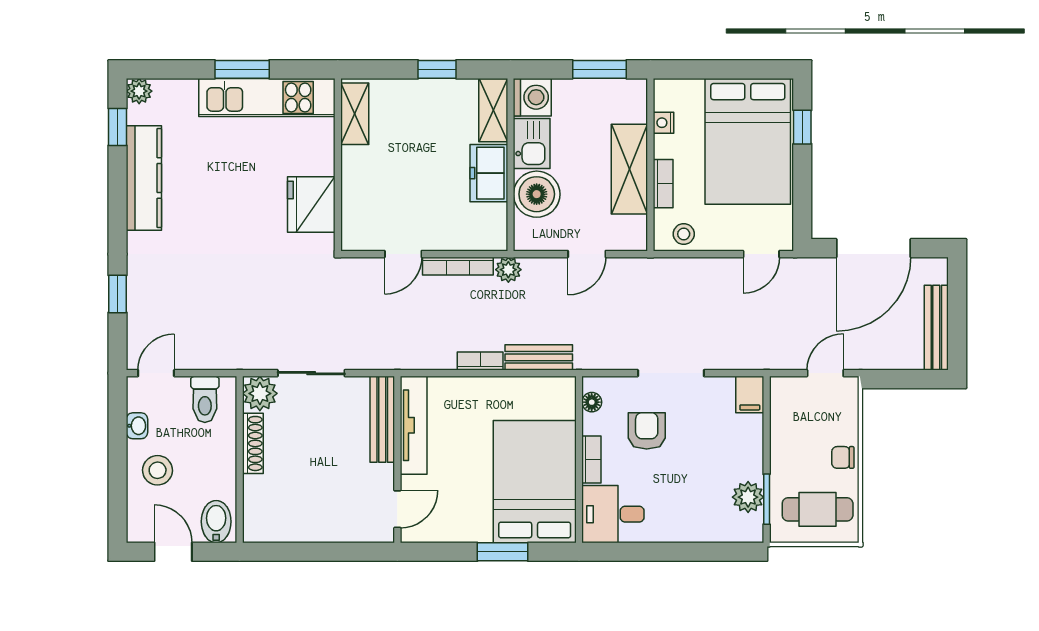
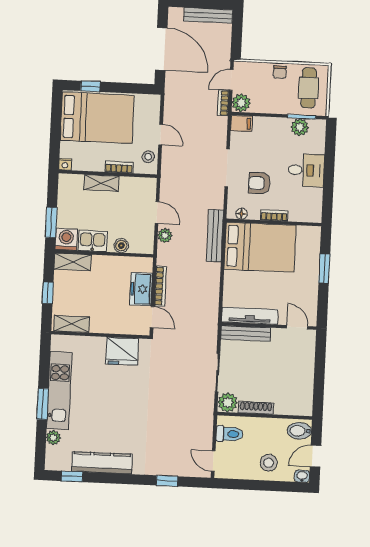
window: (600, 69) -> (51, 222), moved
plant: (139, 91) -> (53, 438), moved
shelving: (355, 114) -> (72, 324), moved
nightstand: (663, 123) -> (65, 164), moved
wall: (338, 165) -> (100, 335), moved
shelving: (629, 169) -> (101, 183), width x0.67, depth x0.75
freezer: (489, 173) -> (141, 289), moved, turned 90
boiler: (537, 194) -> (121, 246), width x0.54, depth x0.54
fridge: (311, 205) -> (122, 351), moved
door: (761, 254) -> (161, 135), moved
plant: (508, 270) -> (165, 236), moved
bench: (539, 357) -> (215, 236), width x1.36
bookcase: (480, 361) -> (223, 103), moved
door: (825, 373) -> (231, 80), hinge flipped
plant: (786, 392) -> (241, 103), added
washbasin: (137, 426) -> (302, 476), moved
bed: (535, 482) -> (260, 247), moved, turned 180
desk: (613, 514) -> (306, 170), moved, turned -90

